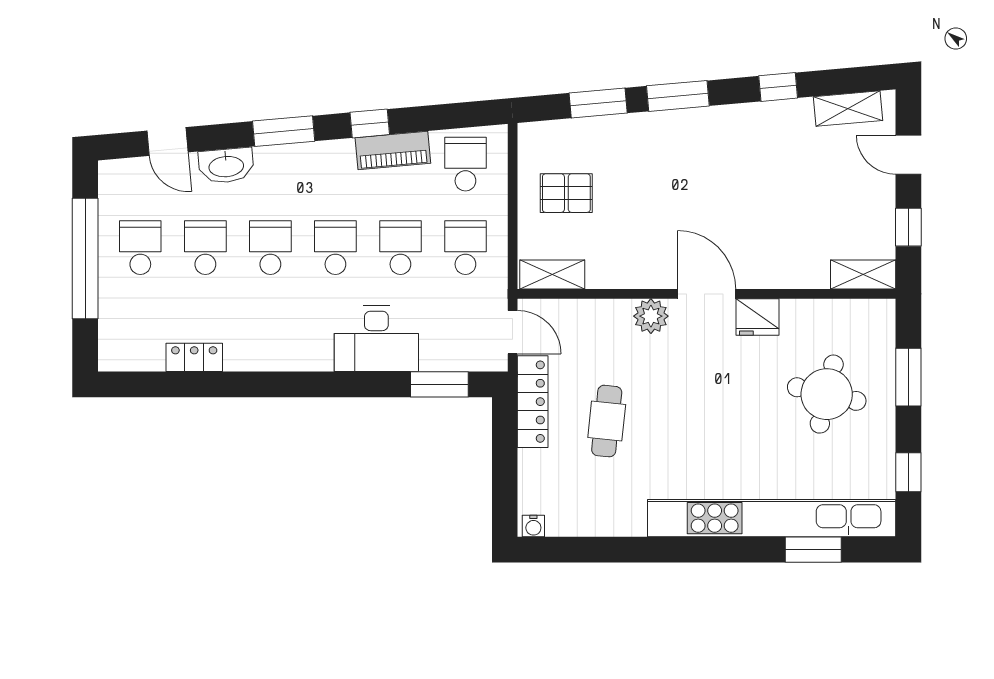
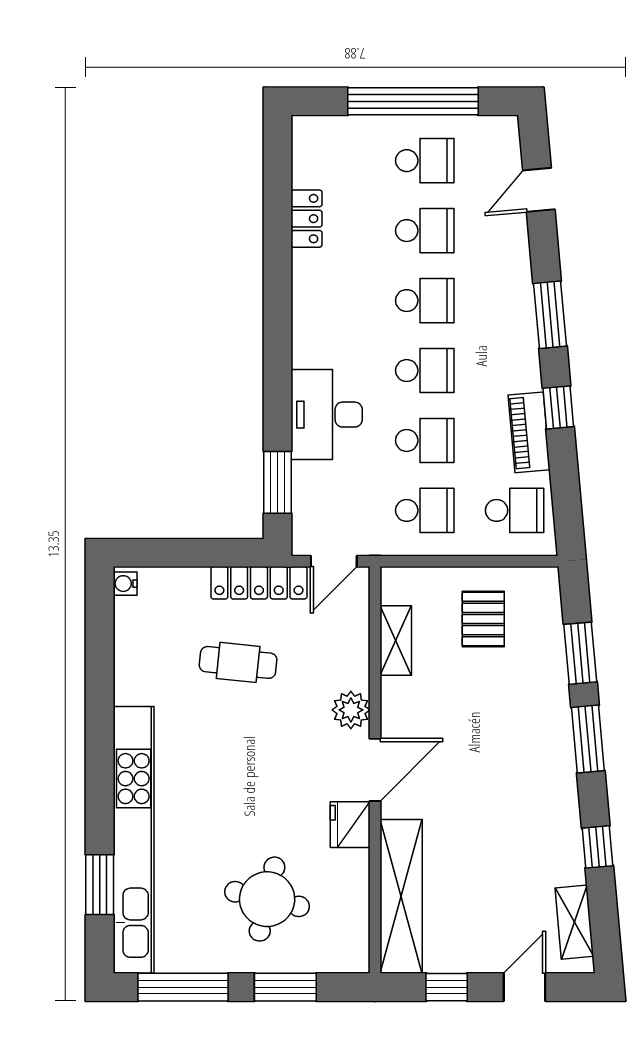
washbasin: (226, 166) -> (513, 253), removed
shelving: (552, 274) -> (396, 641), moved
shelving: (863, 274) -> (401, 896), width x2.20, depth x1.33
window: (908, 472) -> (183, 987), width x2.17

